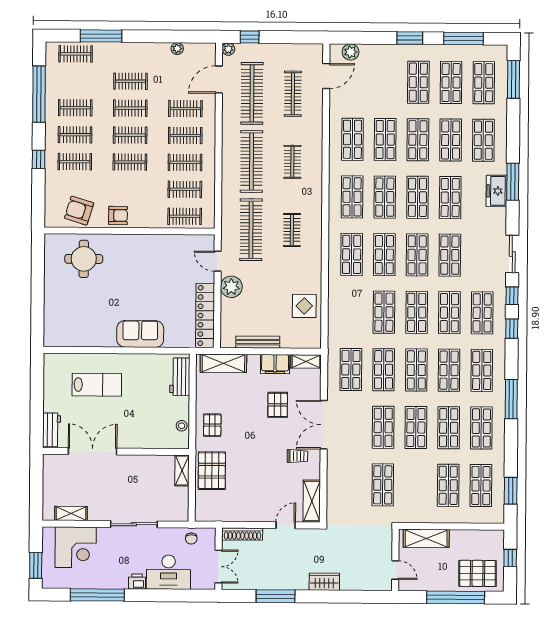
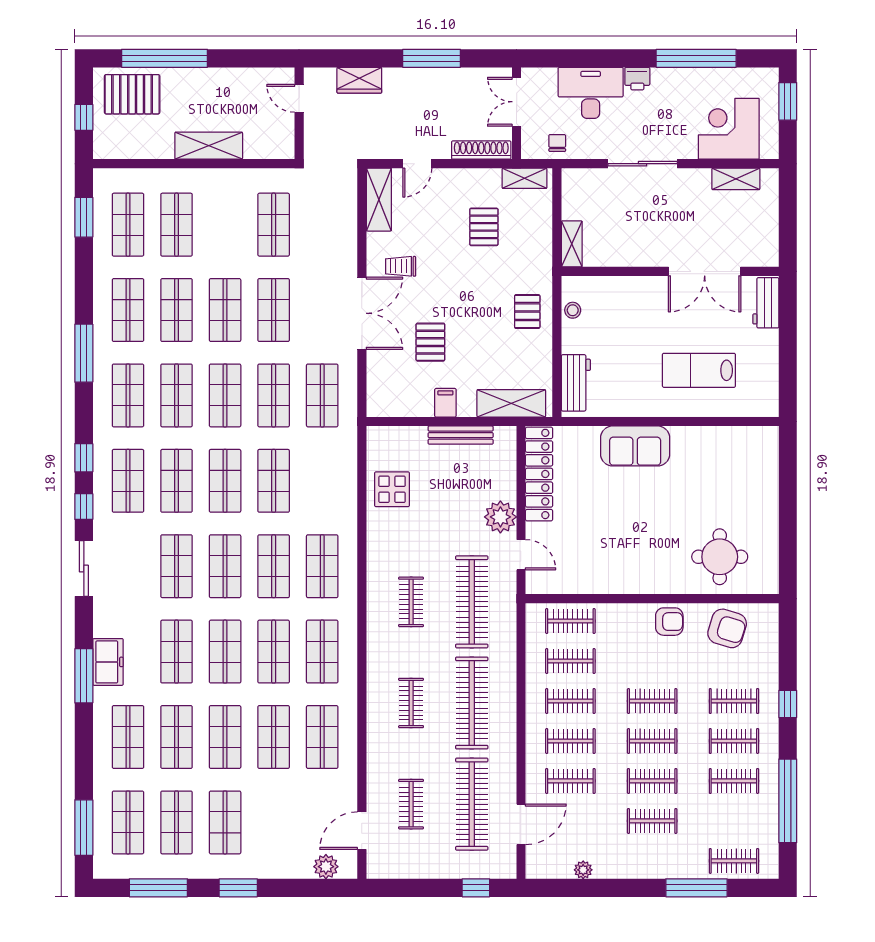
plant: (228, 49) -> (507, 870), removed
clothes rail: (293, 94) -> (411, 804), width x0.73
armchair: (118, 216) -> (669, 622), turned 180
shelving: (306, 361) -> (525, 178), moved
filing cabinet: (275, 364) -> (445, 403), width x0.50
pallet: (212, 471) -> (484, 227), moved, width x0.67, depth x0.71
wall: (395, 560) -> (299, 113), moved
door: (395, 570) -> (299, 98), moved

